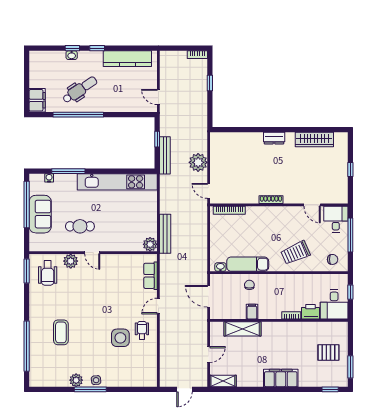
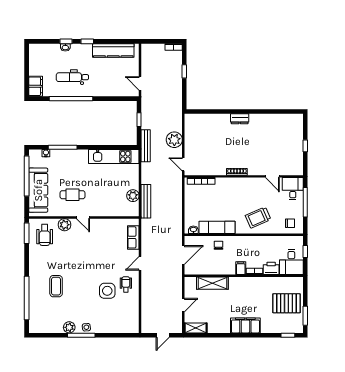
dental chair: (80, 90) -> (72, 77), turned -146
wardrobe: (314, 140) -> (274, 120), removed
bench: (165, 155) -> (146, 146), moved
kitchen unit: (117, 182) -> (114, 156), width x0.73
sofa: (40, 214) -> (38, 190), width x1.36
plant: (150, 244) -> (133, 196), moved
door: (209, 296) -> (183, 255), swing flipped
filing cabinet: (252, 312) -> (241, 268), moved
pallet: (328, 352) -> (286, 303), width x1.50, depth x1.42

